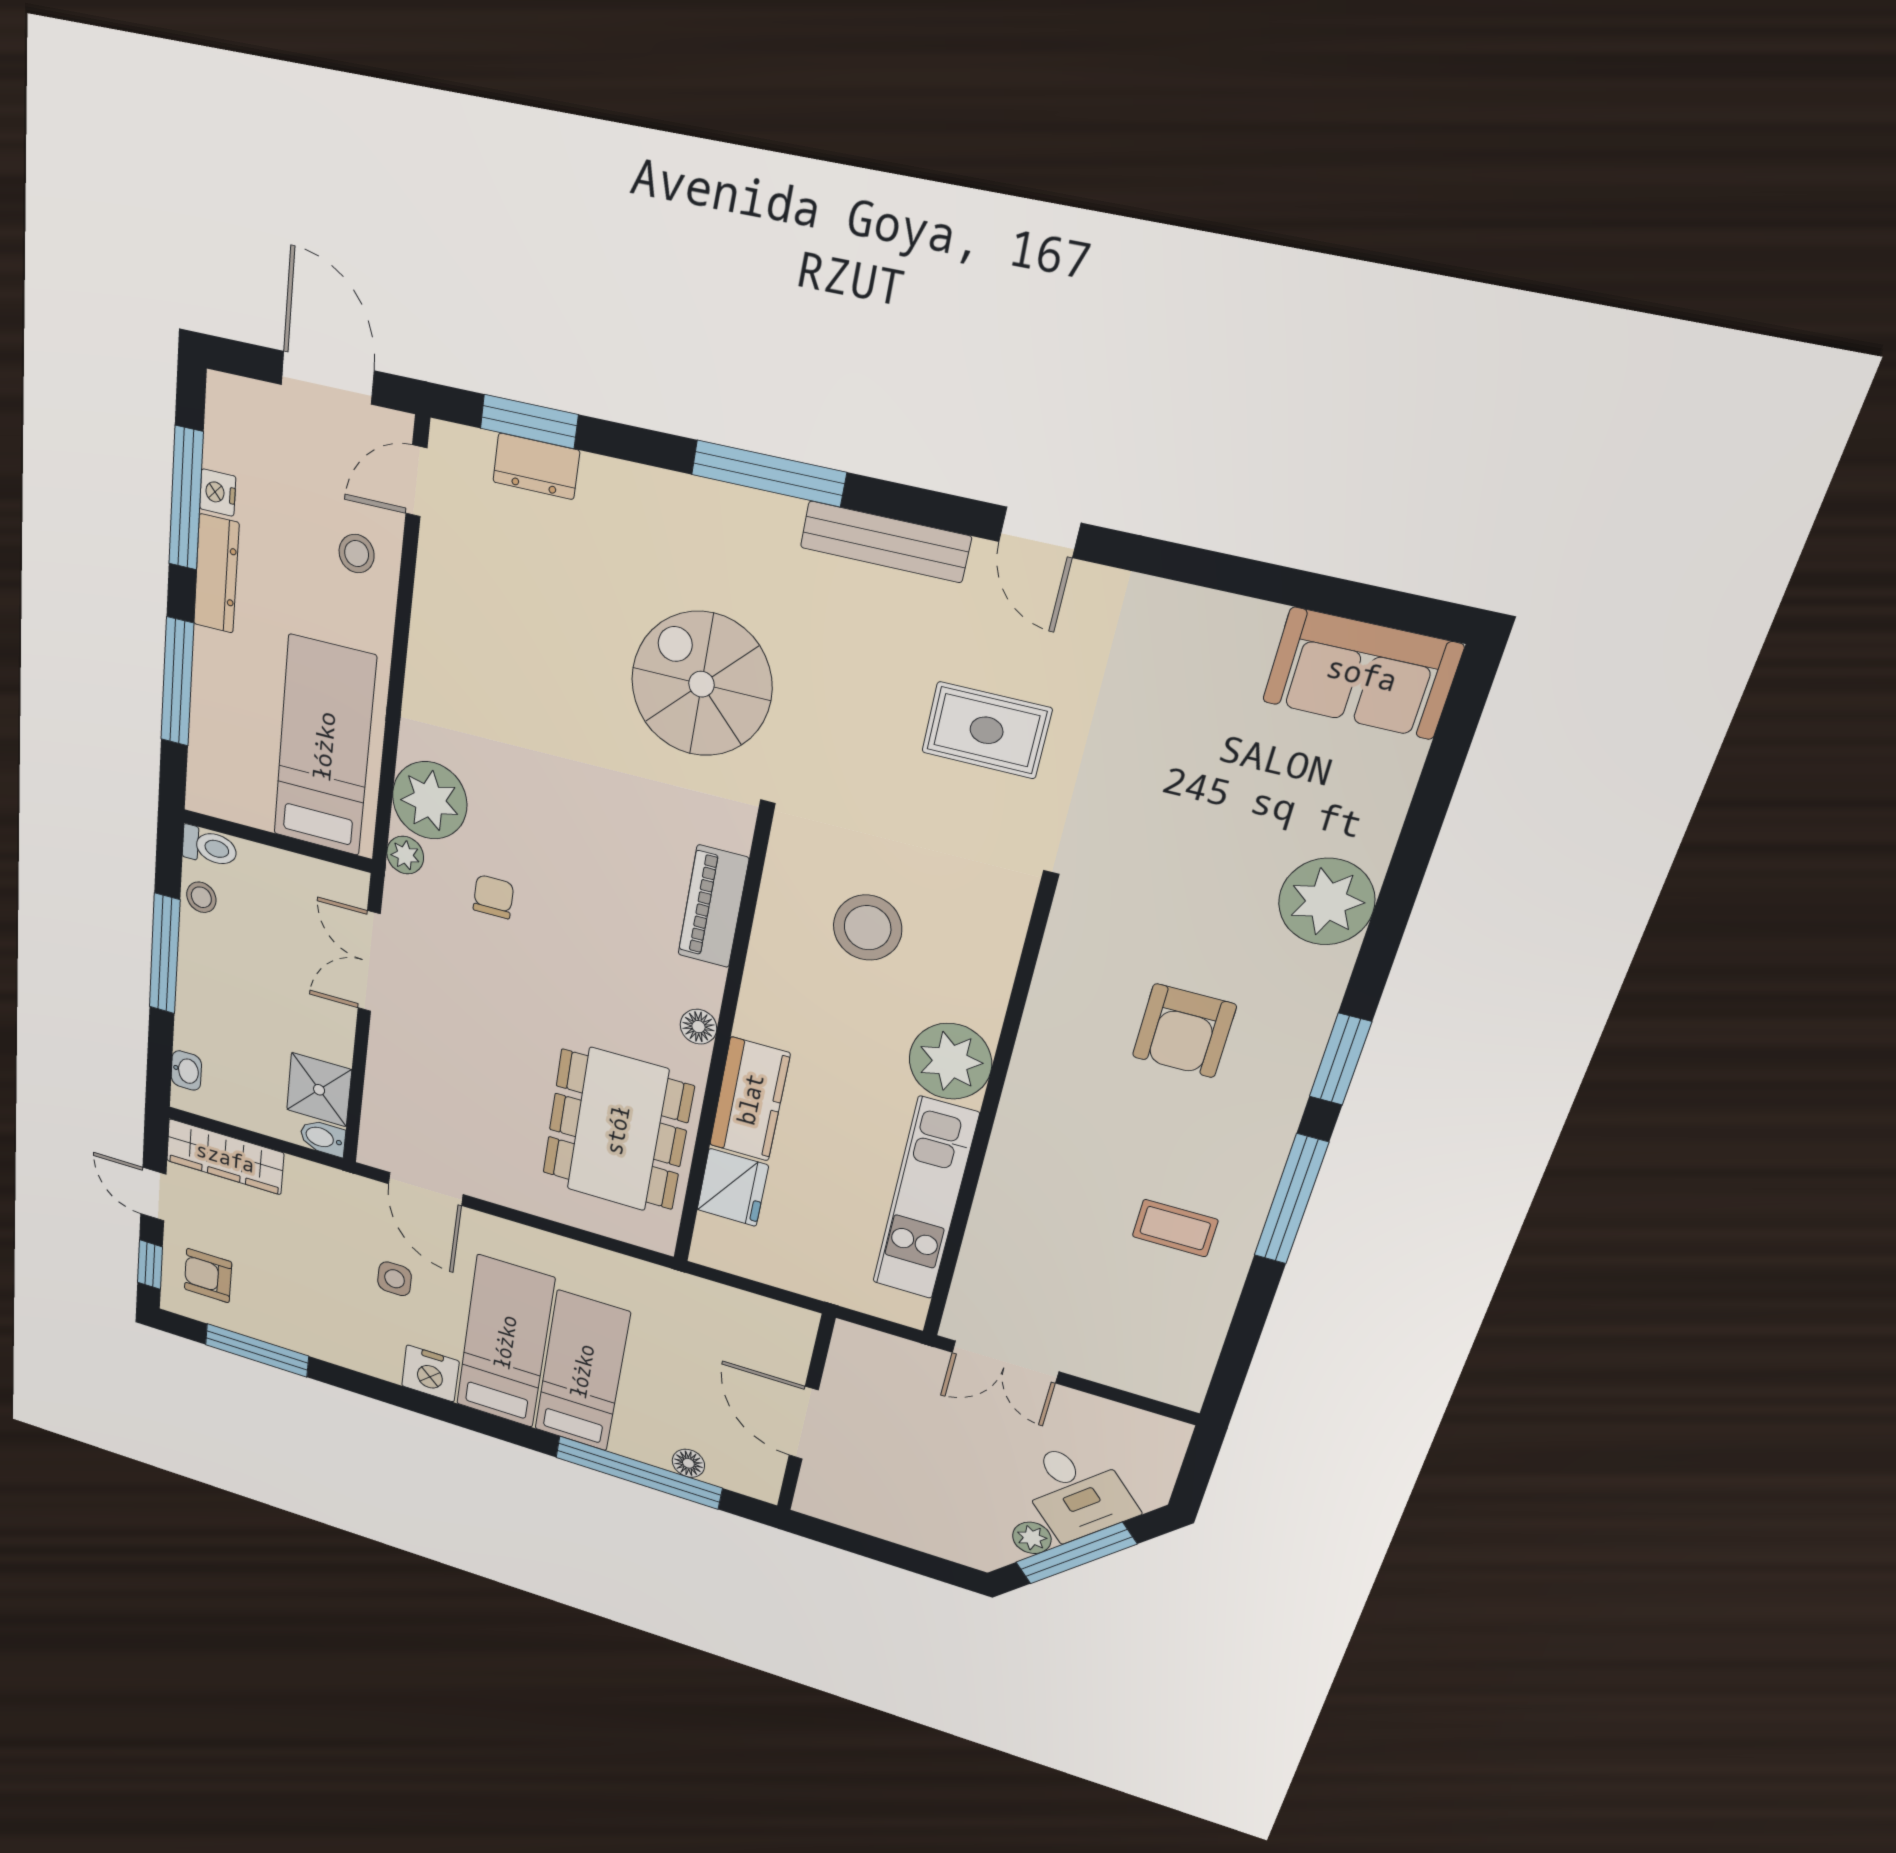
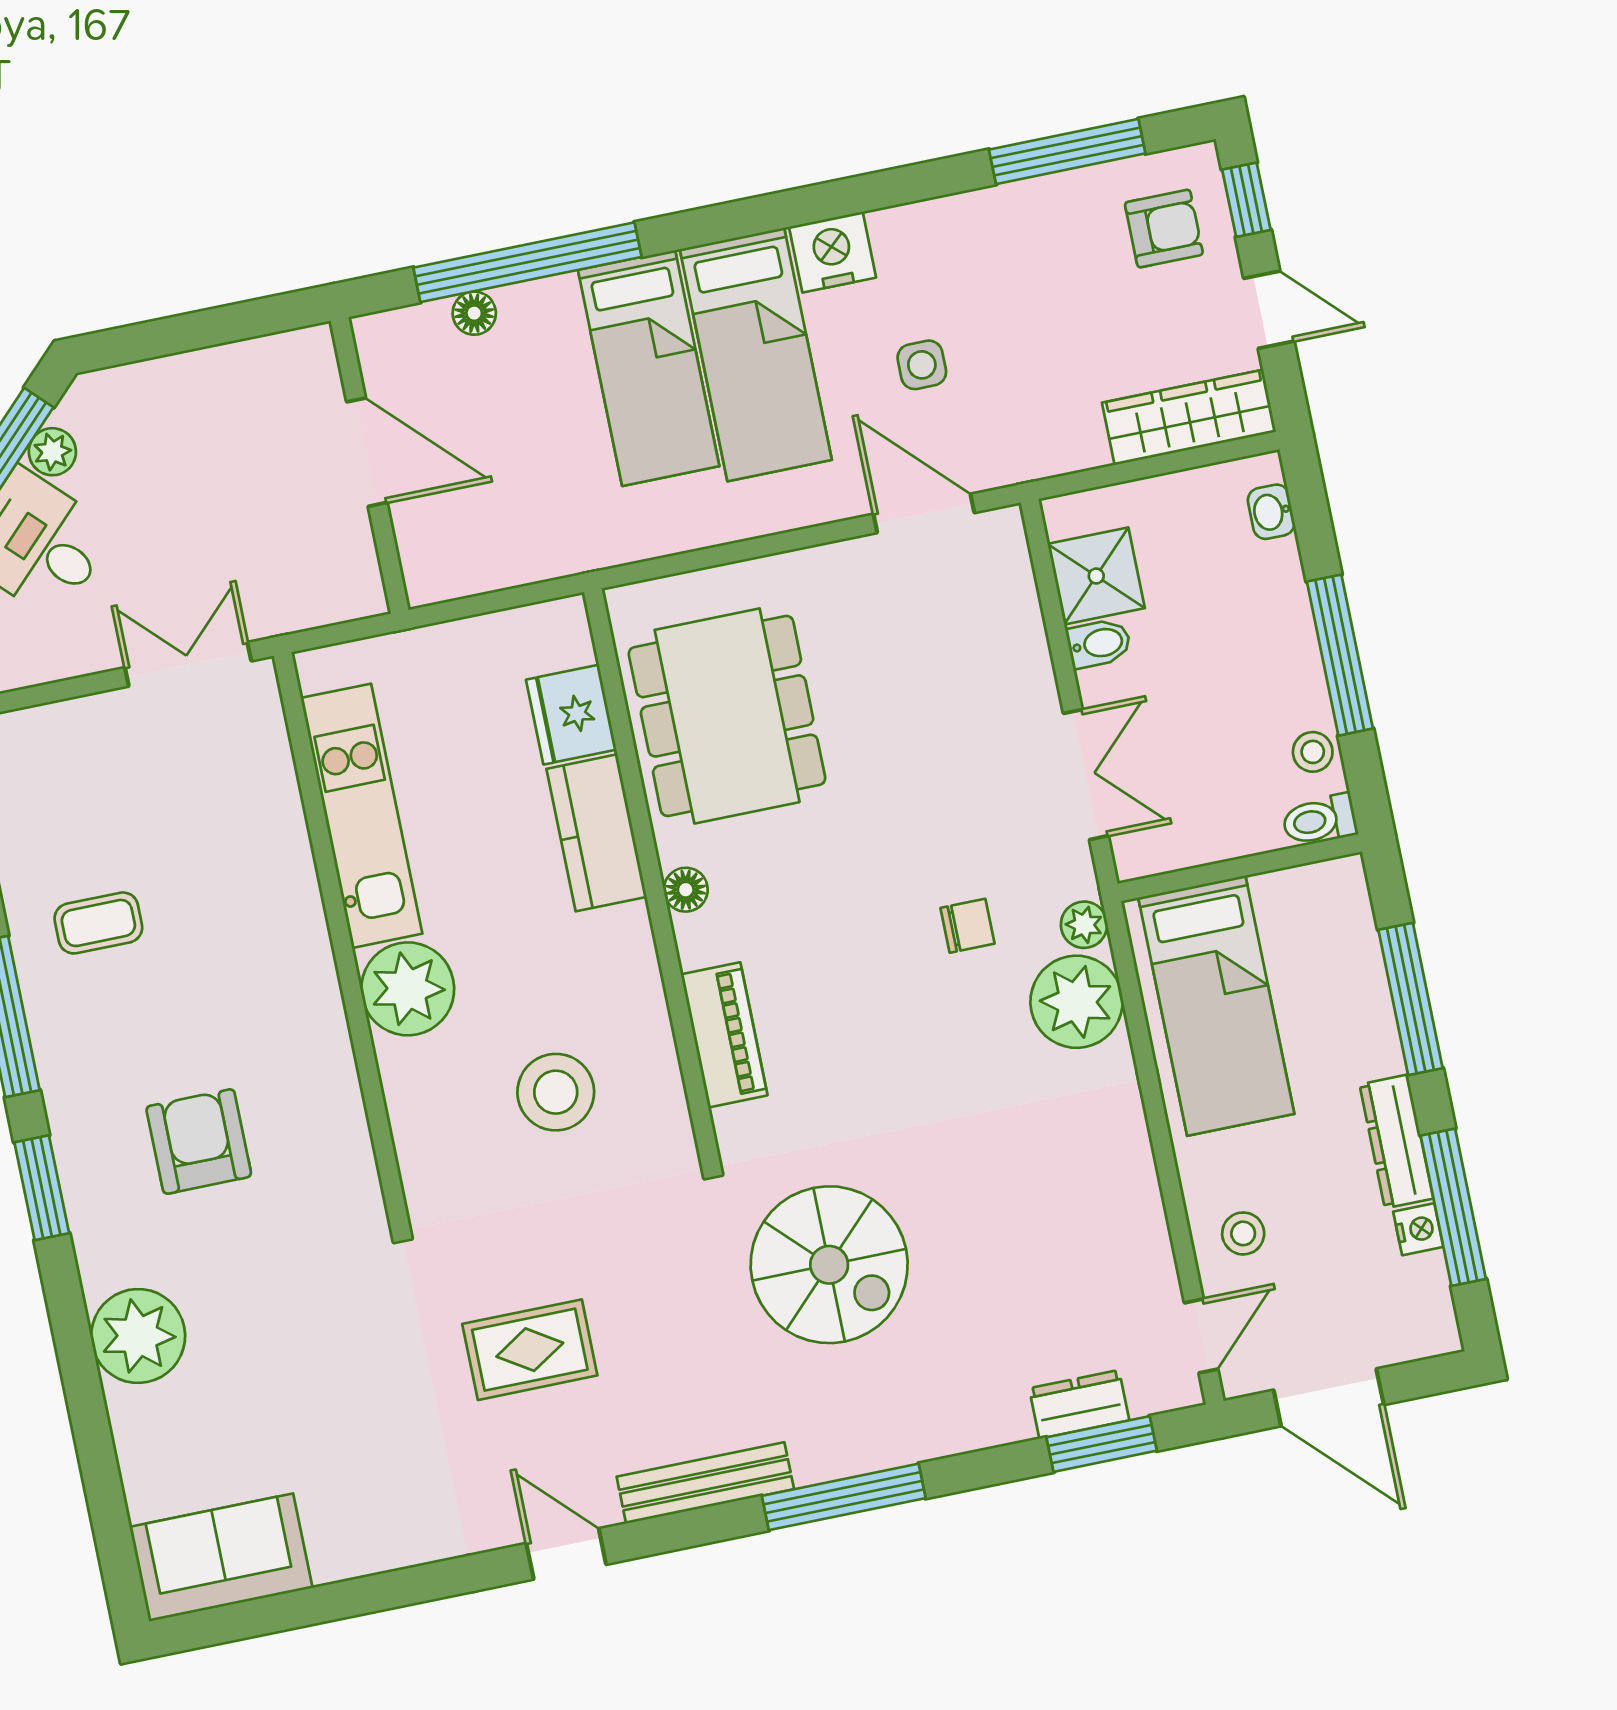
chair: (493, 897) -> (968, 926), turned -90
bidet: (323, 1138) -> (1099, 643), moved

